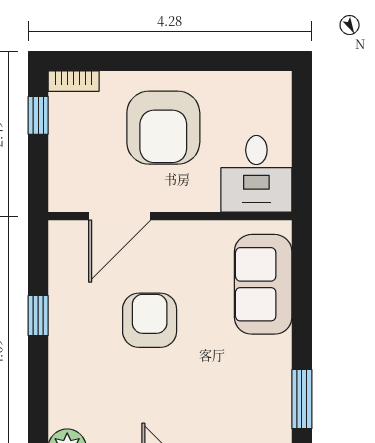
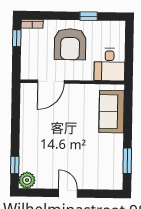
window: (206, 61) -> (89, 16), added
window: (38, 316) -> (15, 165), moved
armchair: (150, 320) -> (63, 126), removed

